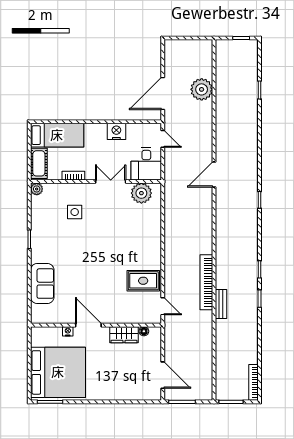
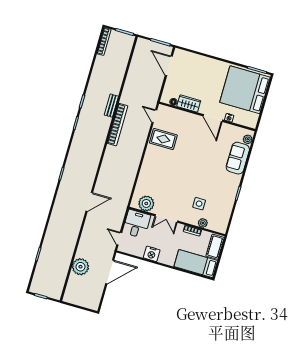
plant: (37, 189) -> (203, 223), moved
plant: (37, 311) -> (248, 139), added

